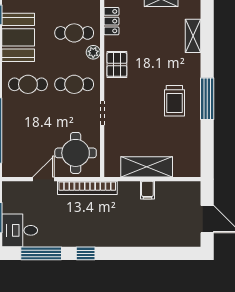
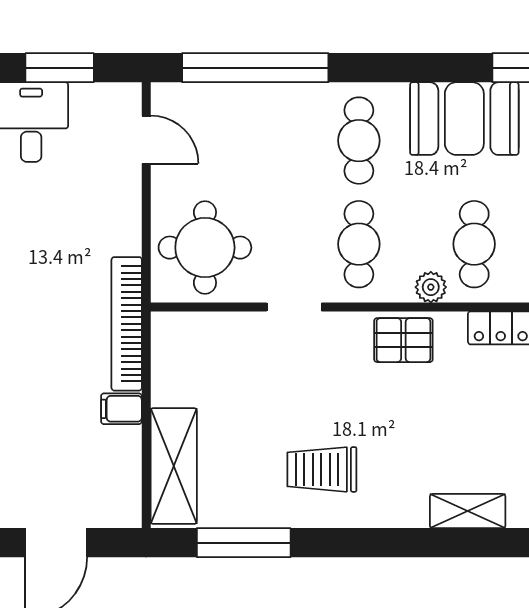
window: (207, 99) -> (244, 543), moved
shelving: (147, 167) -> (174, 466), moved
door: (43, 179) -> (146, 140), moved
bookcase: (87, 188) -> (127, 324), moved

